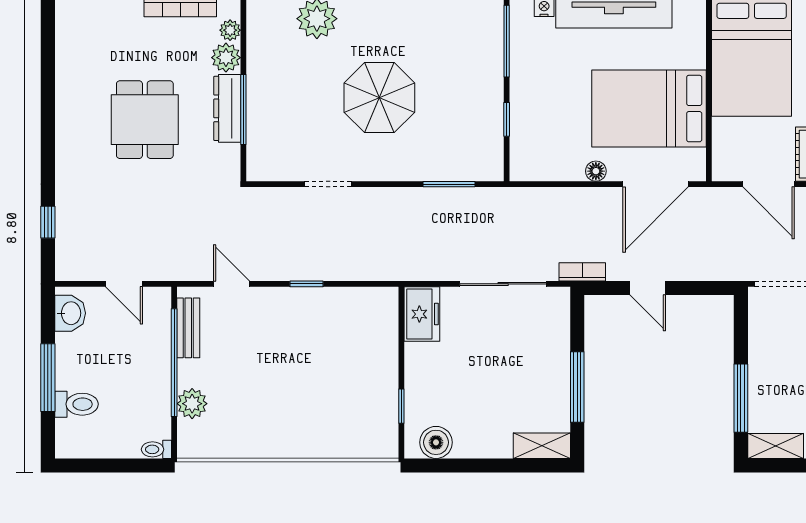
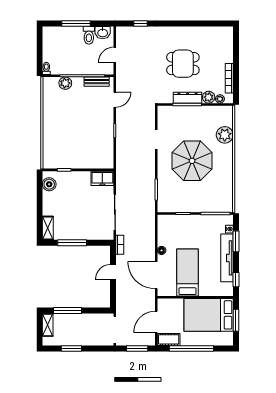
parasol: (379, 98) -> (192, 161), width x1.36, depth x1.36
bed: (649, 109) -> (187, 273), width x0.67
toilet: (76, 404) -> (89, 35), moved

